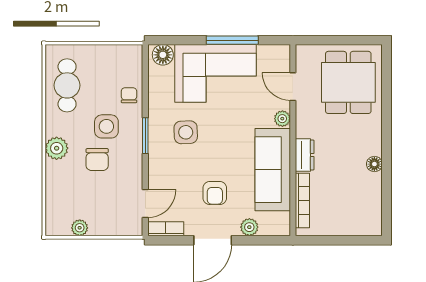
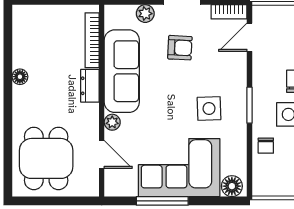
armchair: (215, 193) -> (180, 48), turned 93

